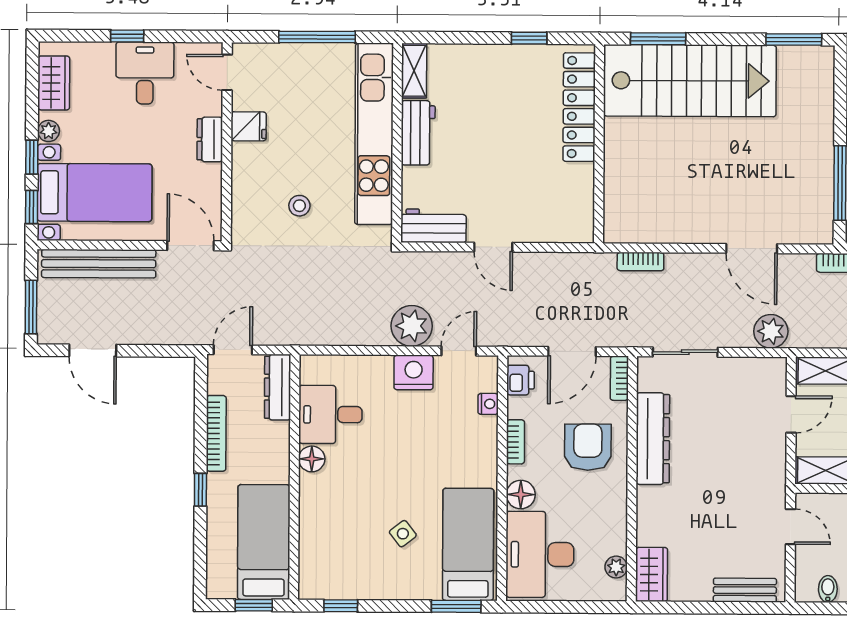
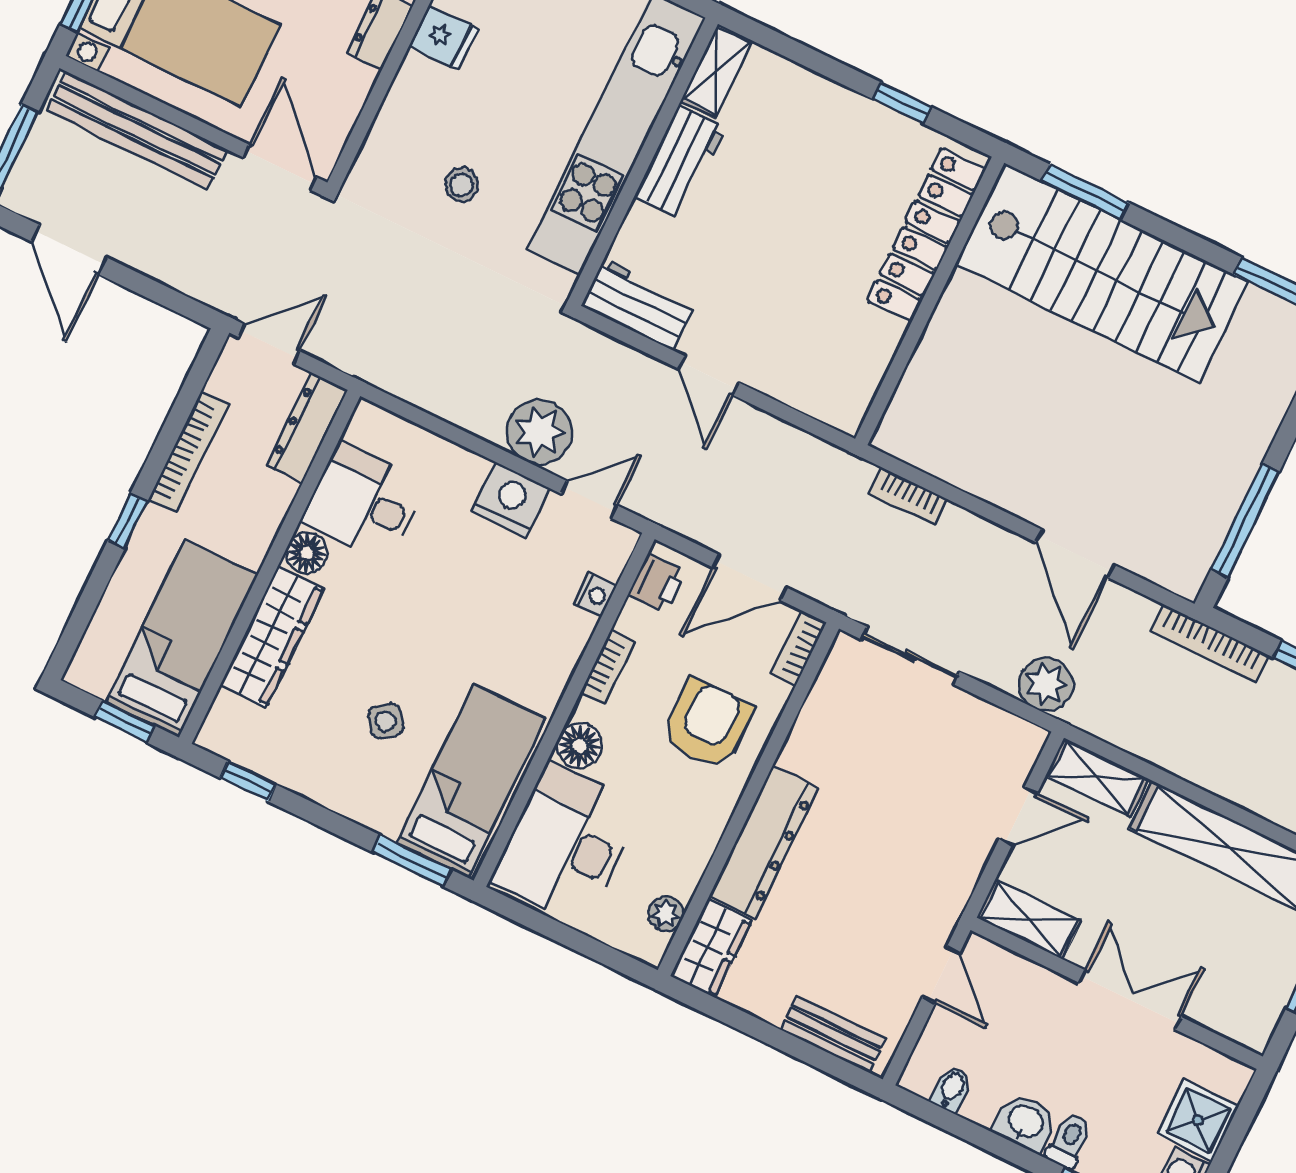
dresser: (653, 439) -> (764, 842), moved
wardrobe: (315, 516) -> (272, 637), added

